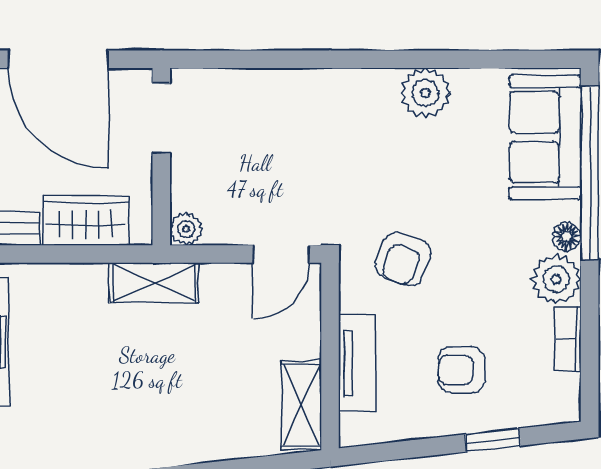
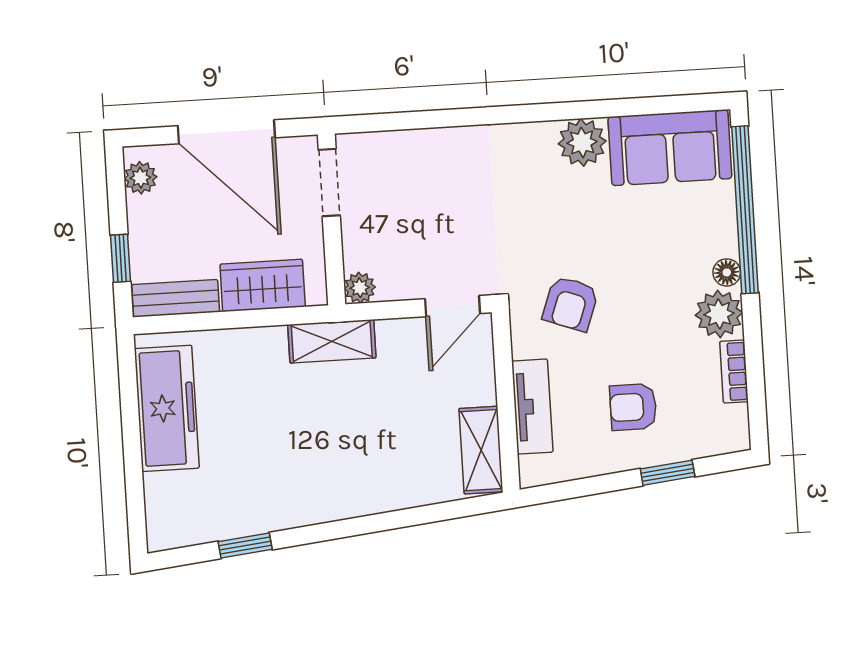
sofa: (545, 137) -> (670, 148), moved, turned -90

